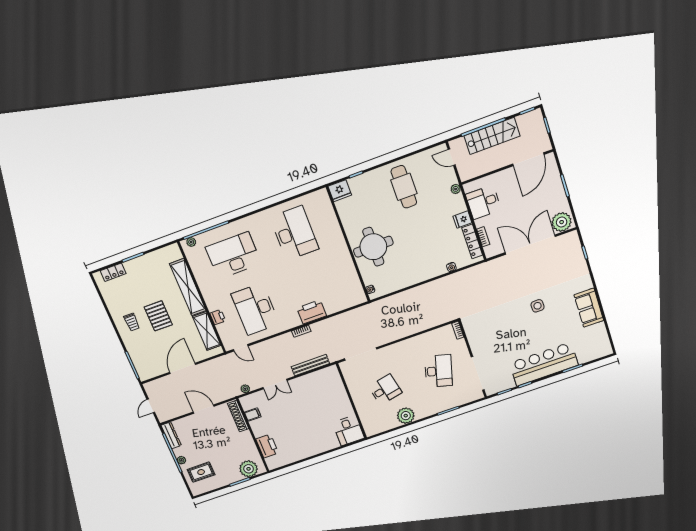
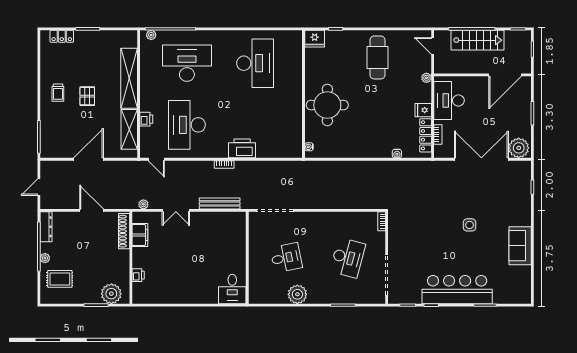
desk: (483, 202) -> (449, 100), width x1.37
pallet: (158, 316) -> (87, 96), width x0.67, depth x0.71
filing cabinet: (253, 415) -> (140, 235), width x2.00
printer: (267, 446) -> (138, 275), width x0.53, depth x0.68

